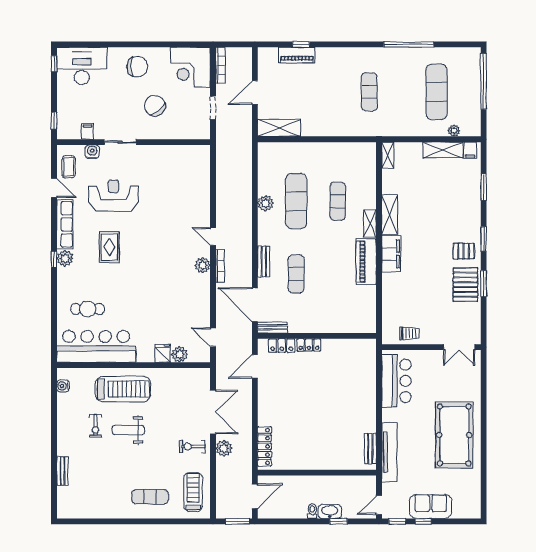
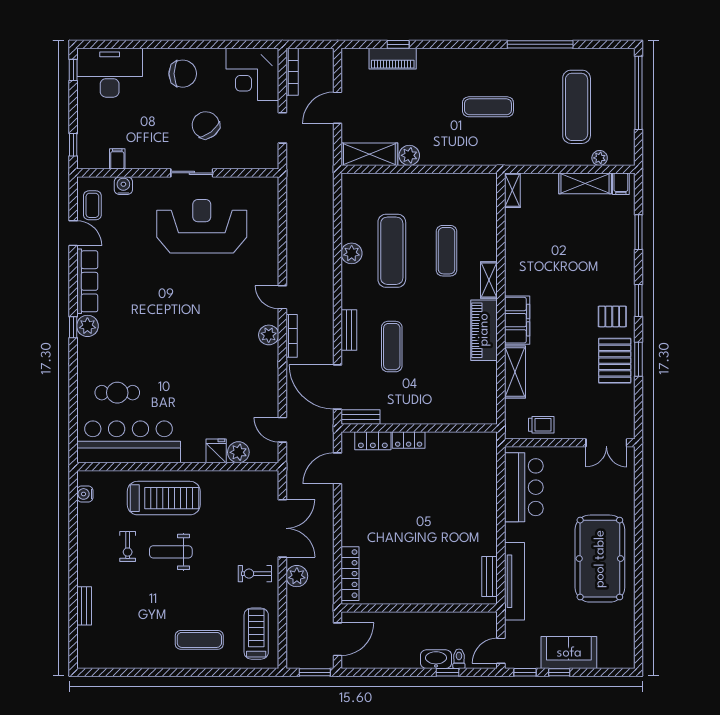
exercise mat: (369, 92) -> (488, 107), turned 90
plant: (309, 129) -> (409, 155), added
sliding door: (120, 142) -> (192, 173), moved
reception desk: (114, 196) -> (202, 226), moved, width x1.36, depth x1.30
shelving: (390, 215) -> (515, 372), moved
rug: (109, 247) -> (146, 311), removed
toilet: (312, 511) -> (459, 659), moved

